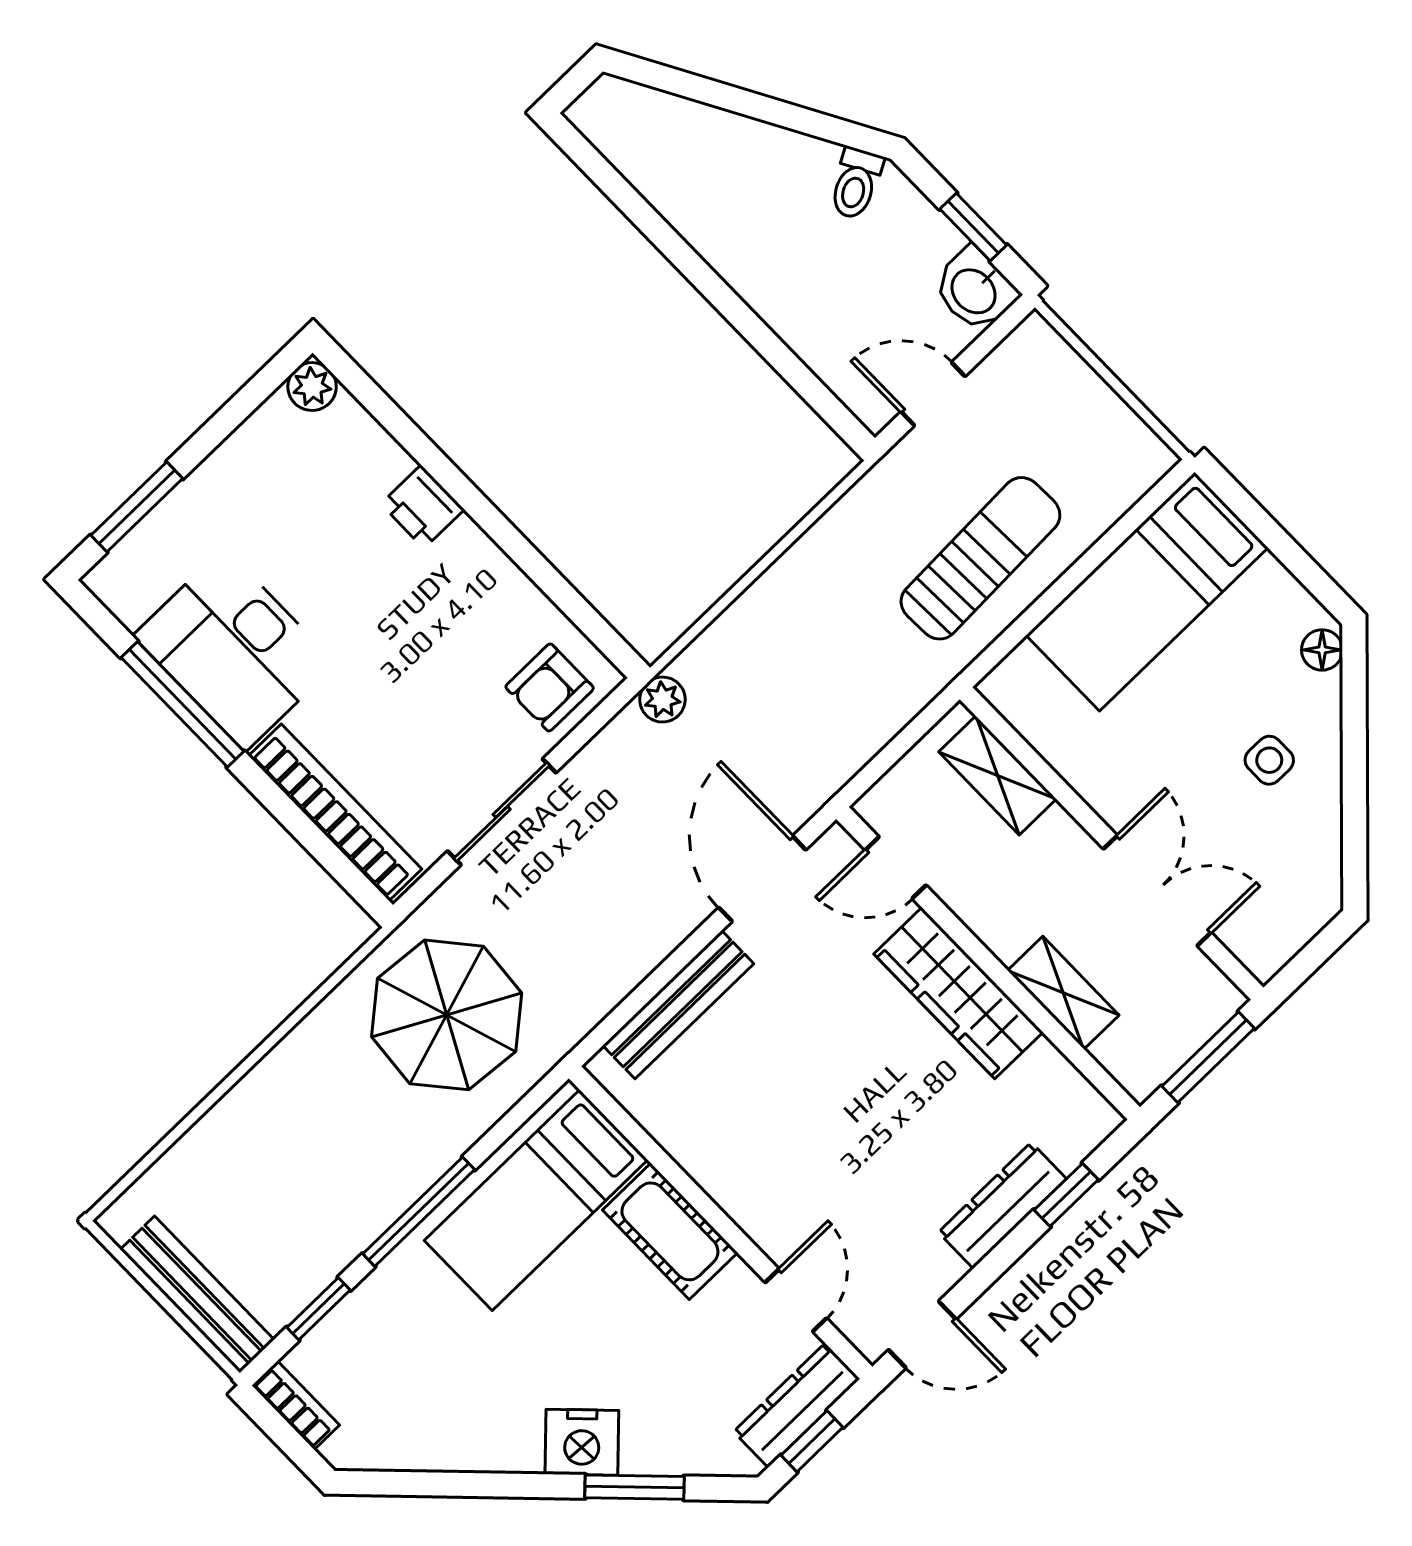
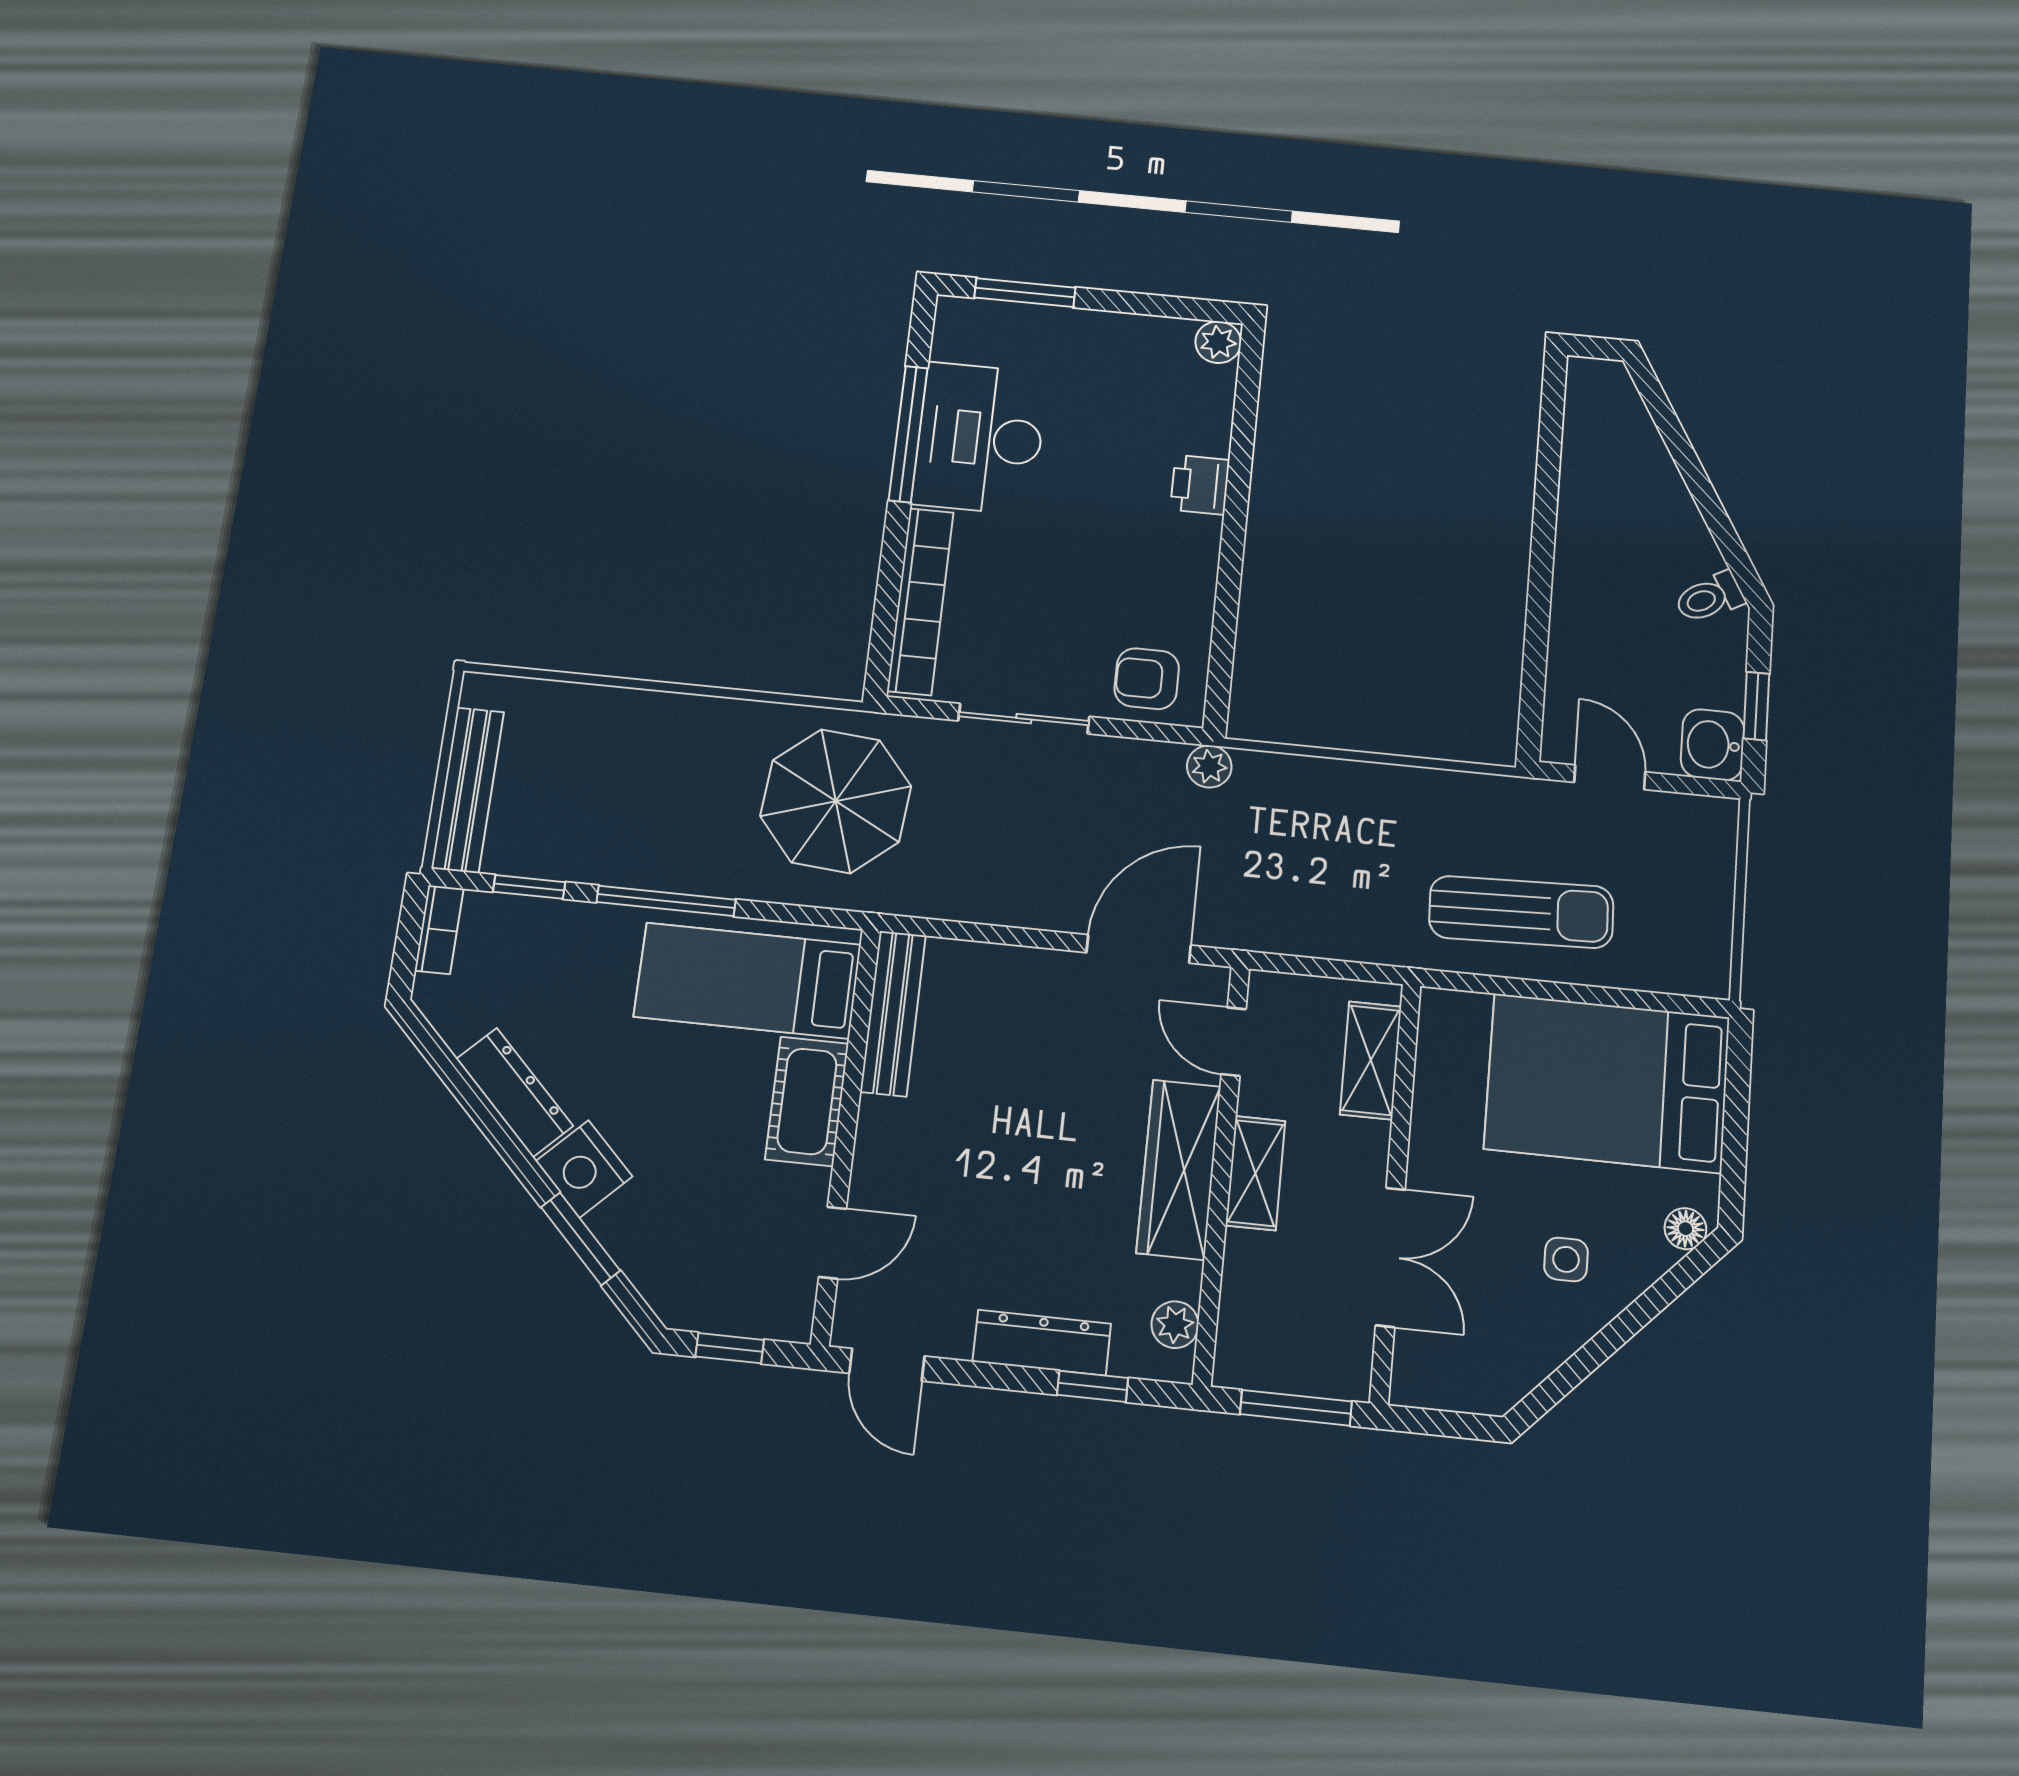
bed: (1147, 591) -> (1607, 1083), width x1.50
shelving: (1063, 993) -> (1255, 1173), moved
bench: (678, 1005) -> (893, 1013), moved, turned 90
plant: (1072, 1095) -> (1175, 1325), added
dresser: (797, 1405) -> (514, 1092), moved, turned 45

